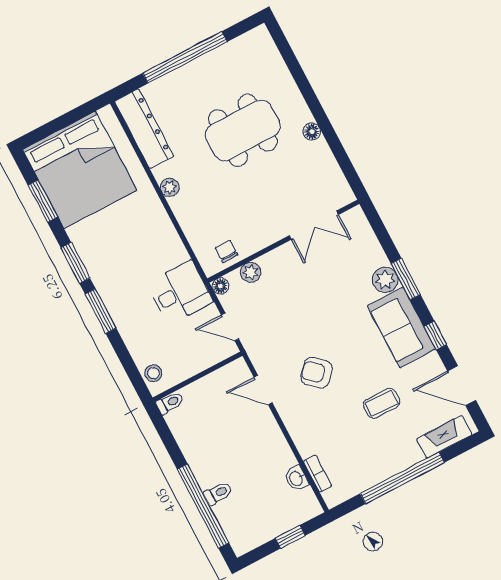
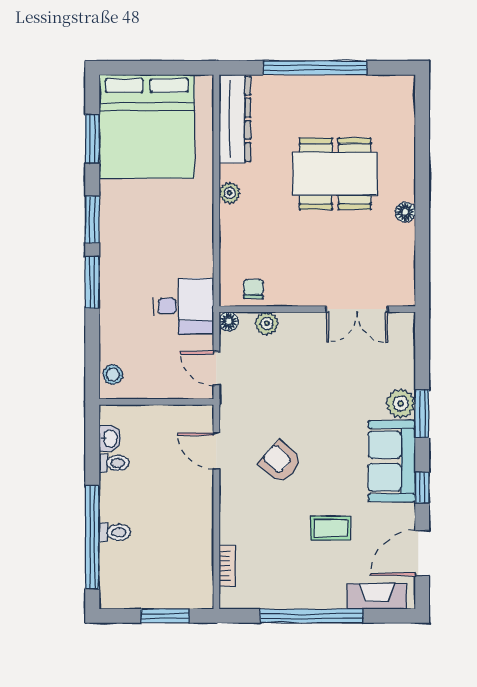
door: (462, 386) -> (422, 553), hinge flipped
toilet: (170, 403) -> (114, 463), moved
washbasin: (296, 478) -> (110, 438), moved, turned 180
window: (290, 537) -> (165, 616), width x1.50

